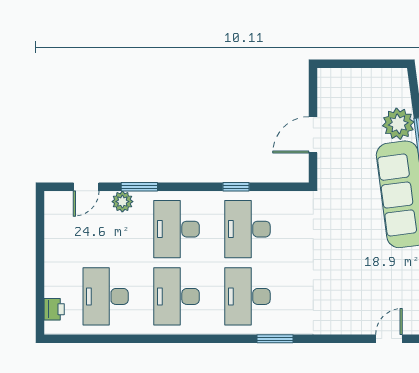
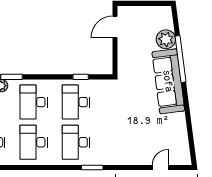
door: (313, 135) -> (115, 27), moved
window: (236, 187) -> (81, 77), moved

